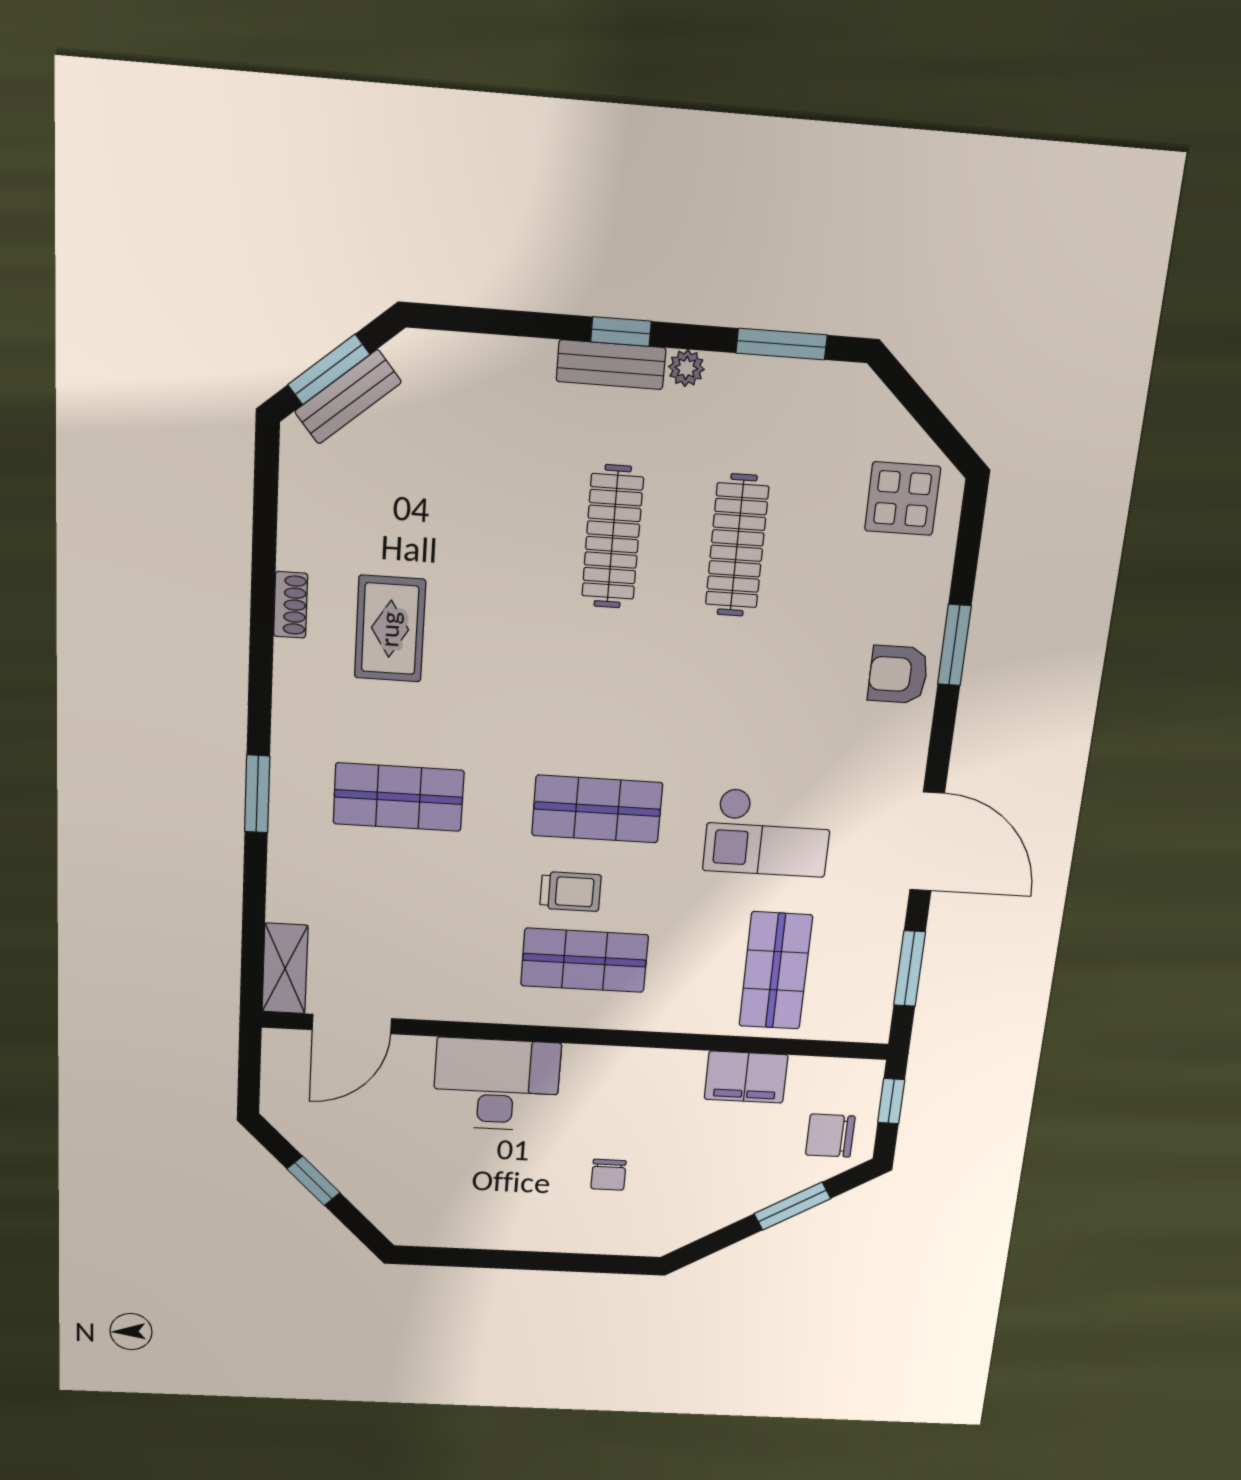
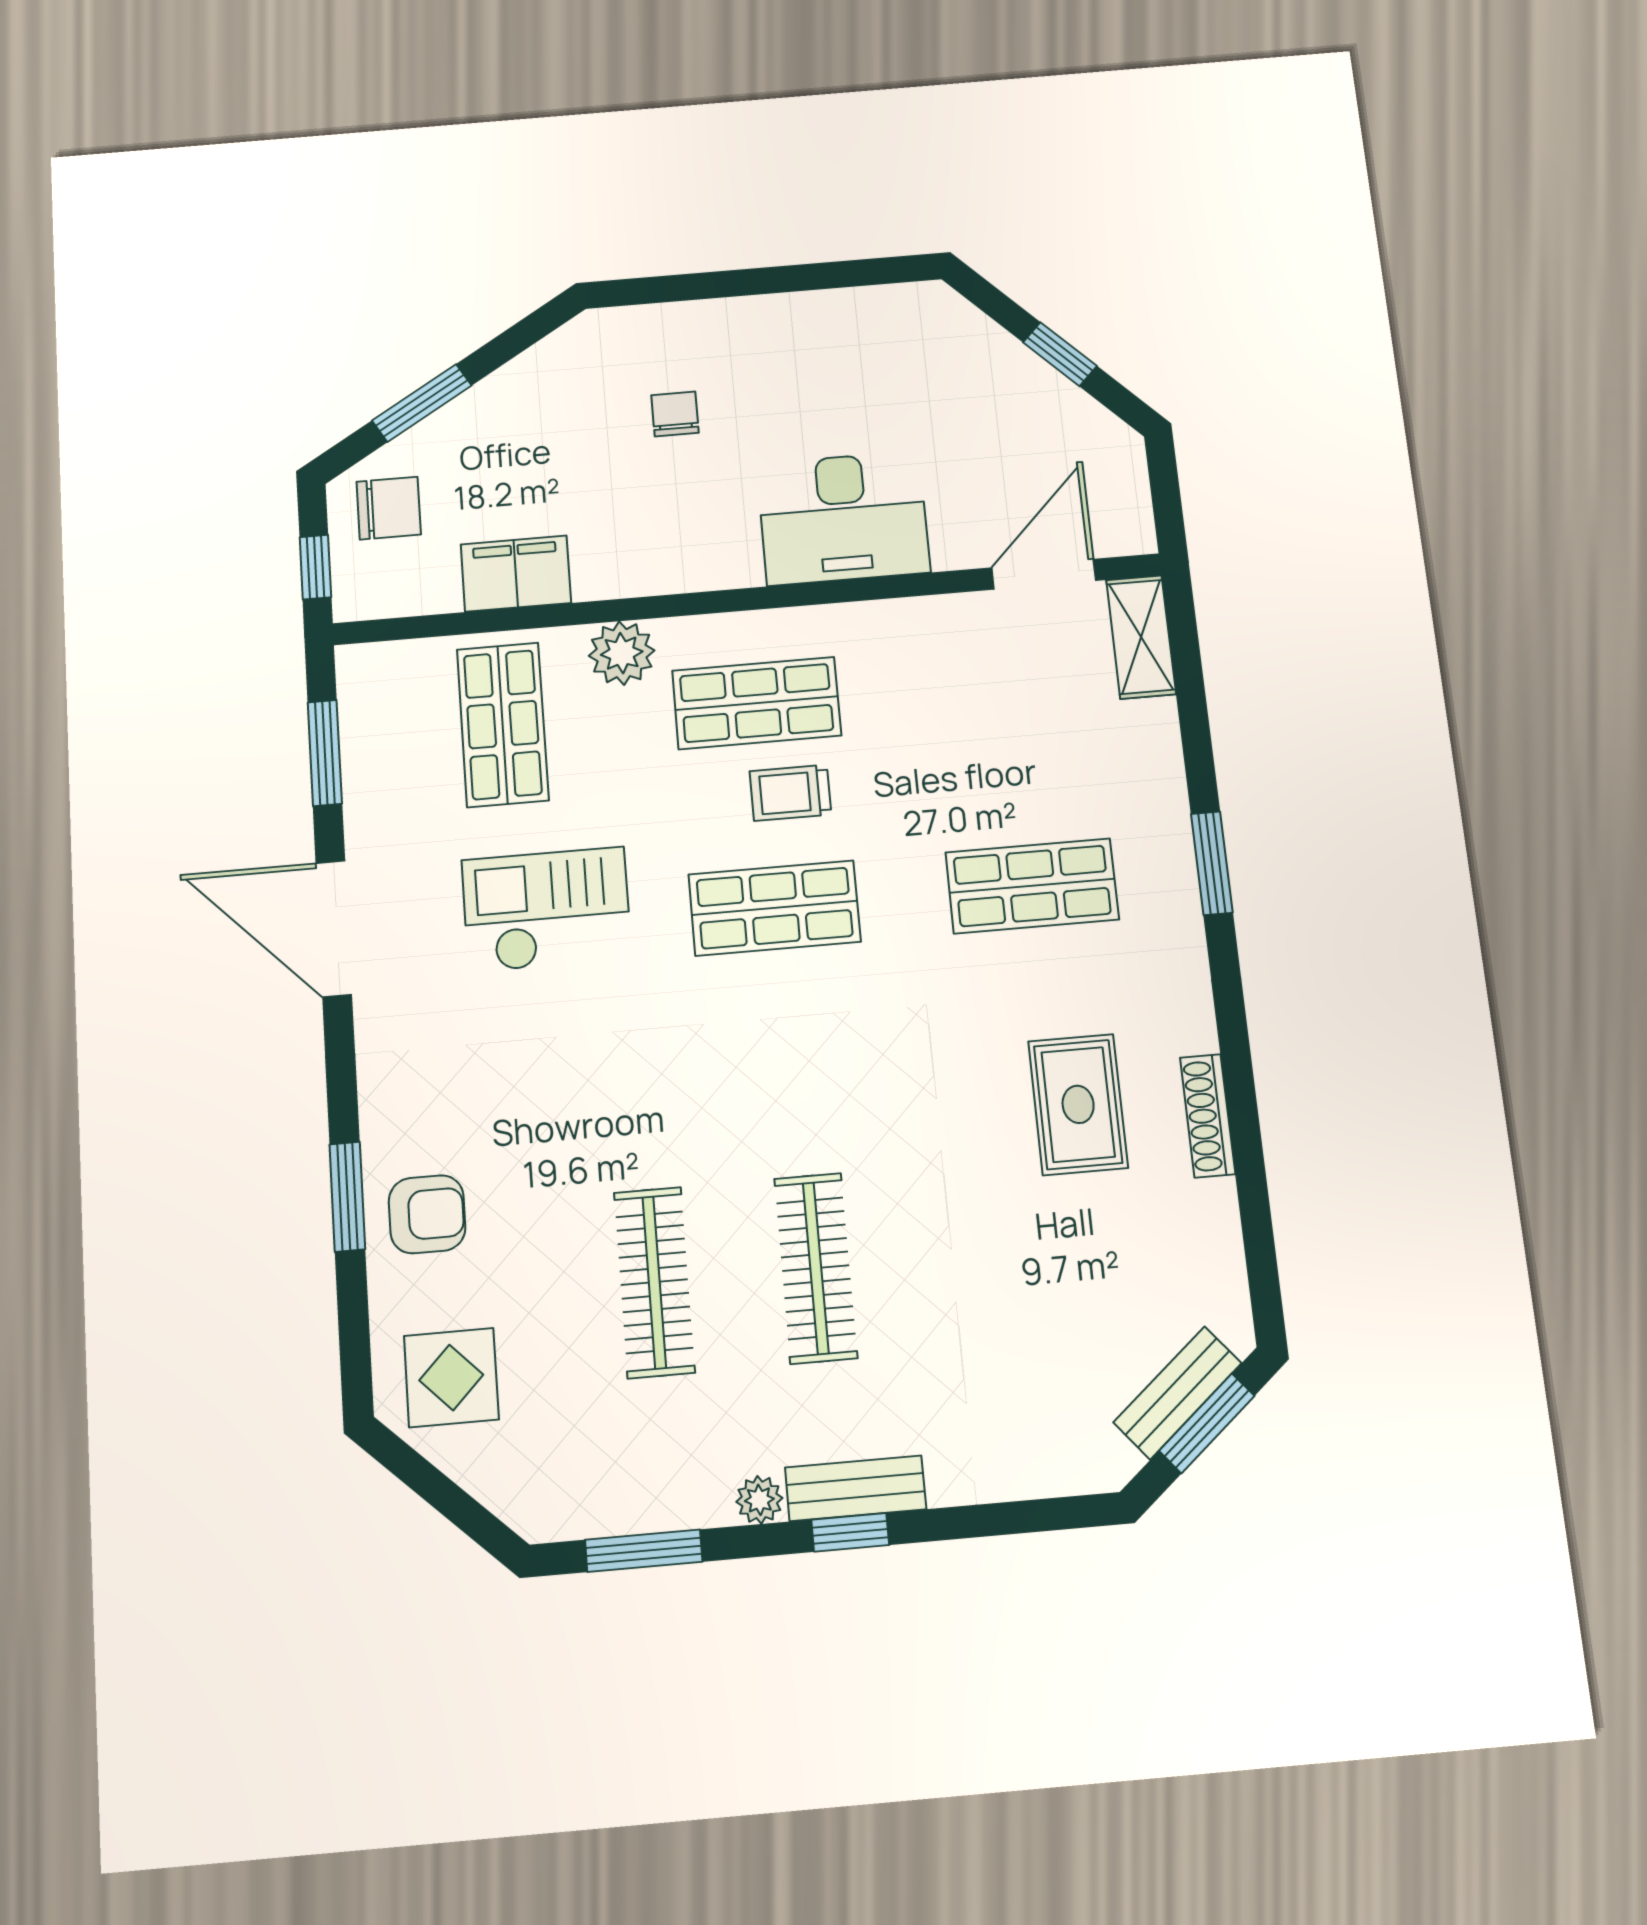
shoe rack: (291, 605) -> (1208, 1116), width x1.43
armchair: (898, 674) -> (427, 1214), moved
plant: (679, 1010) -> (622, 653), added

